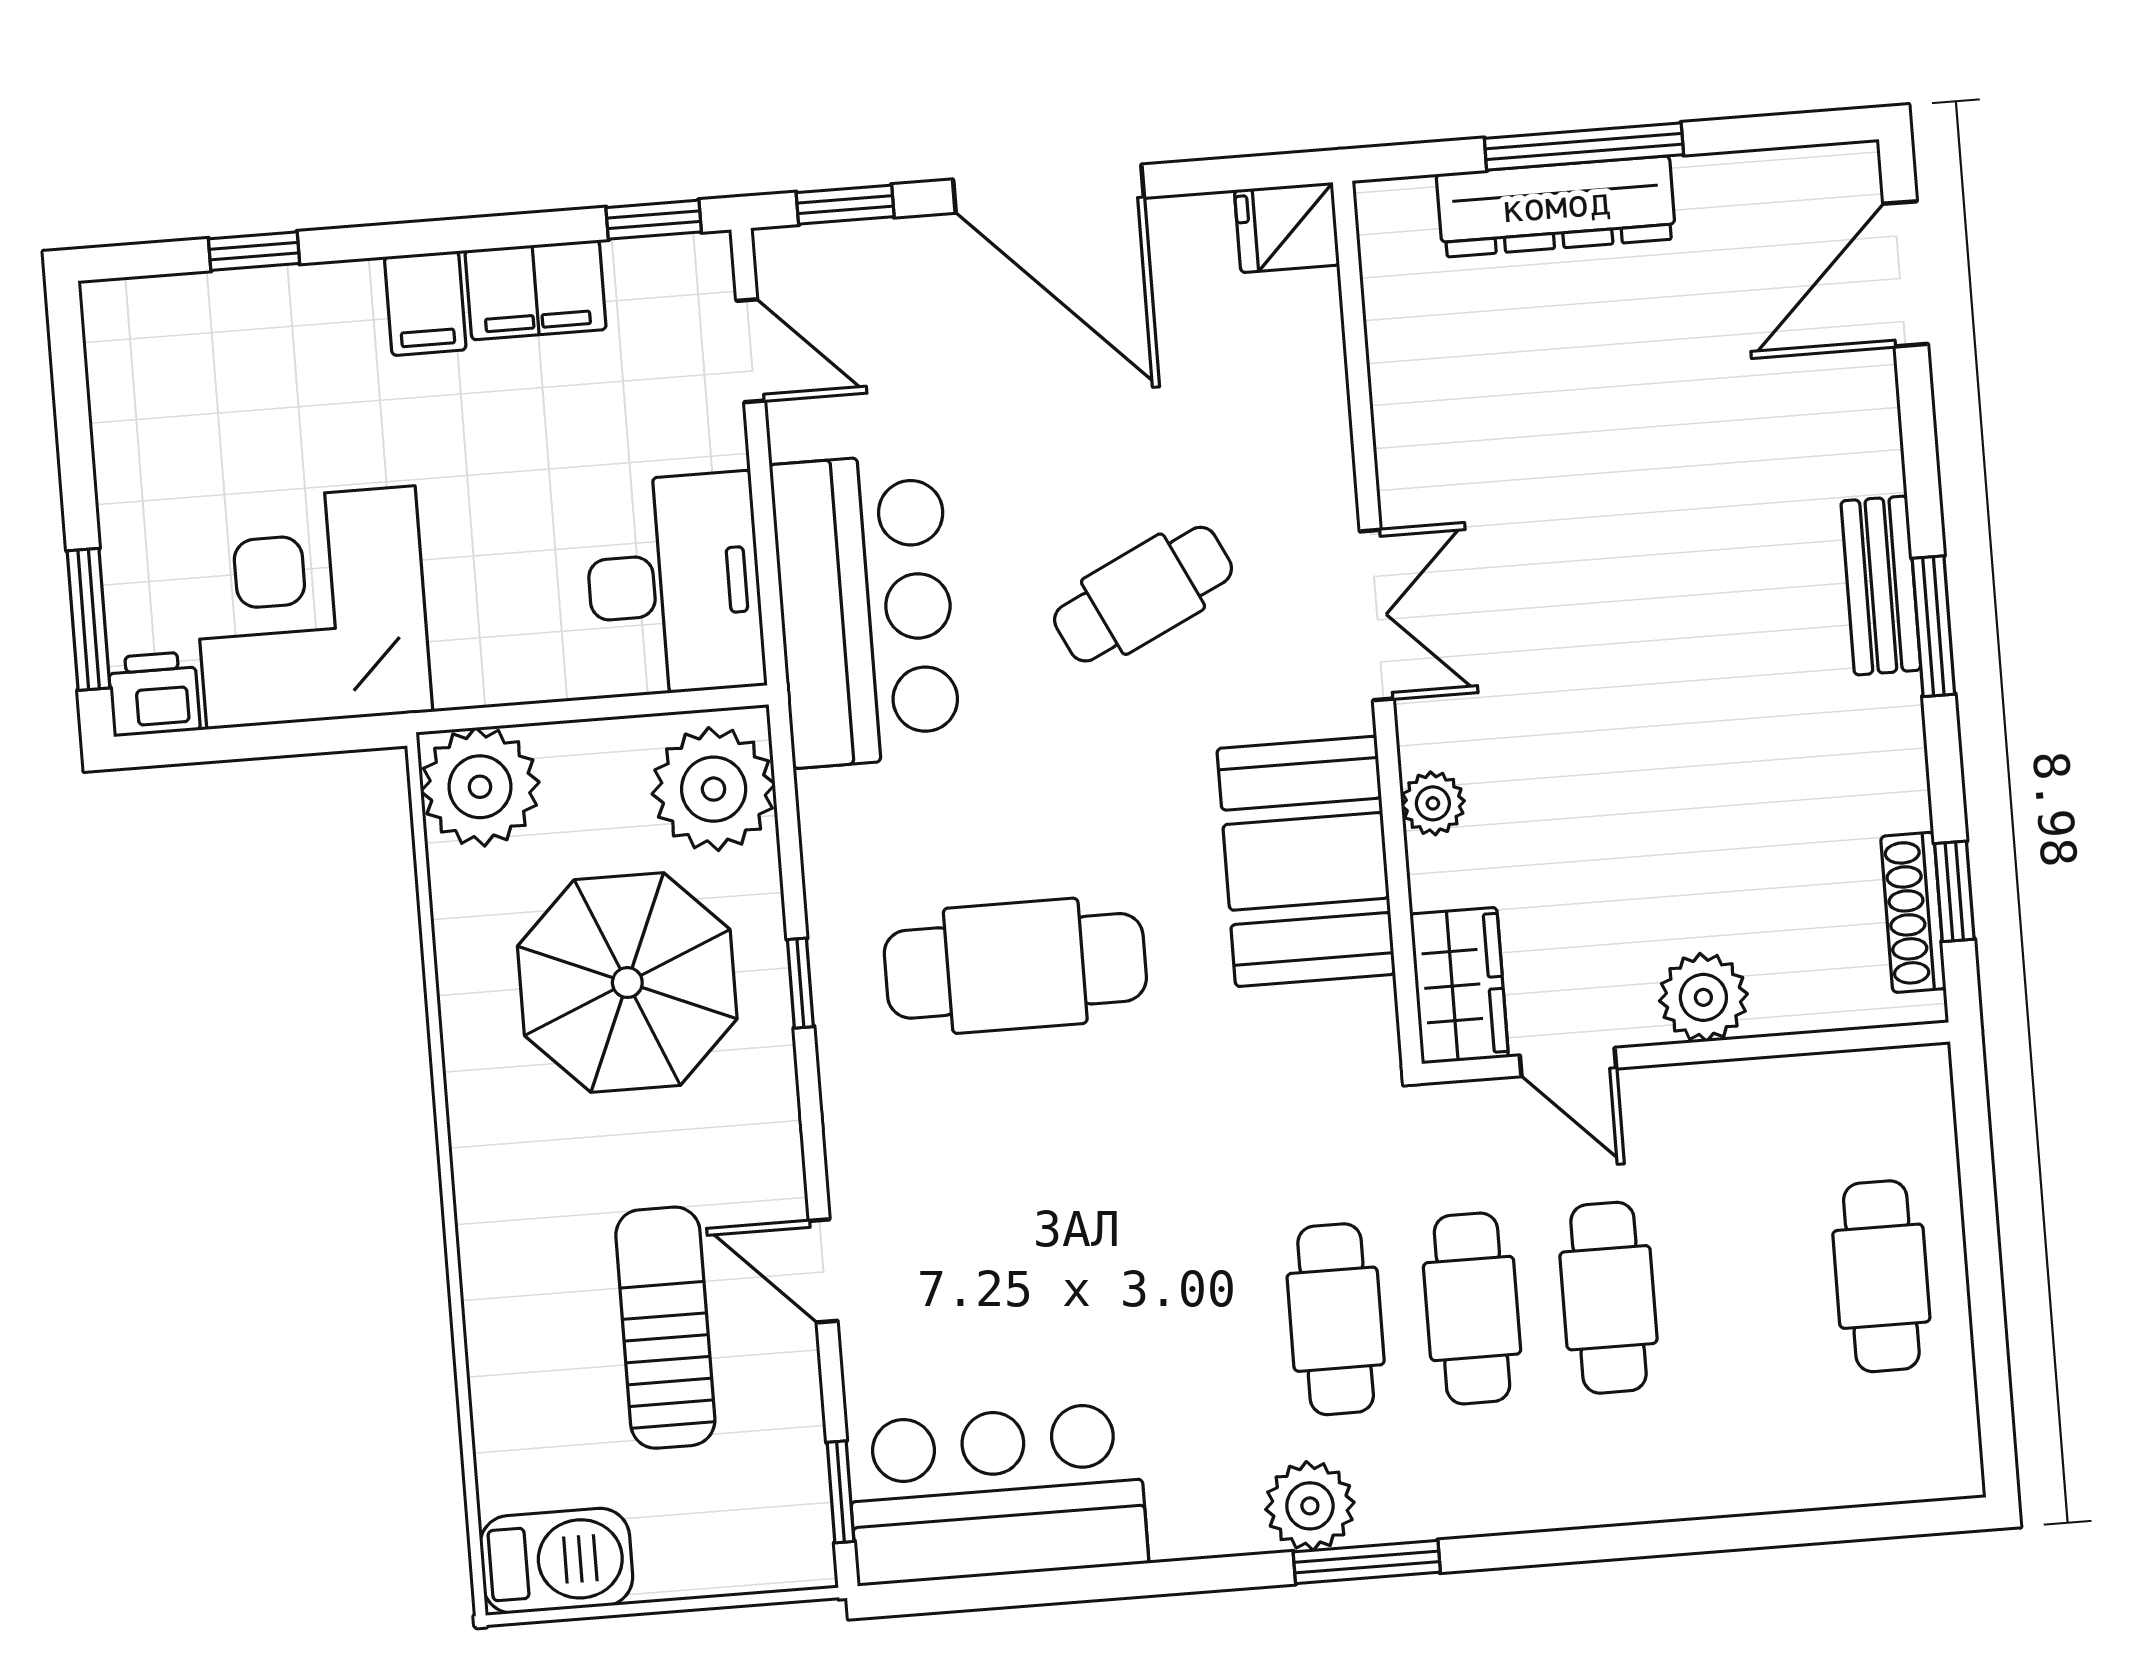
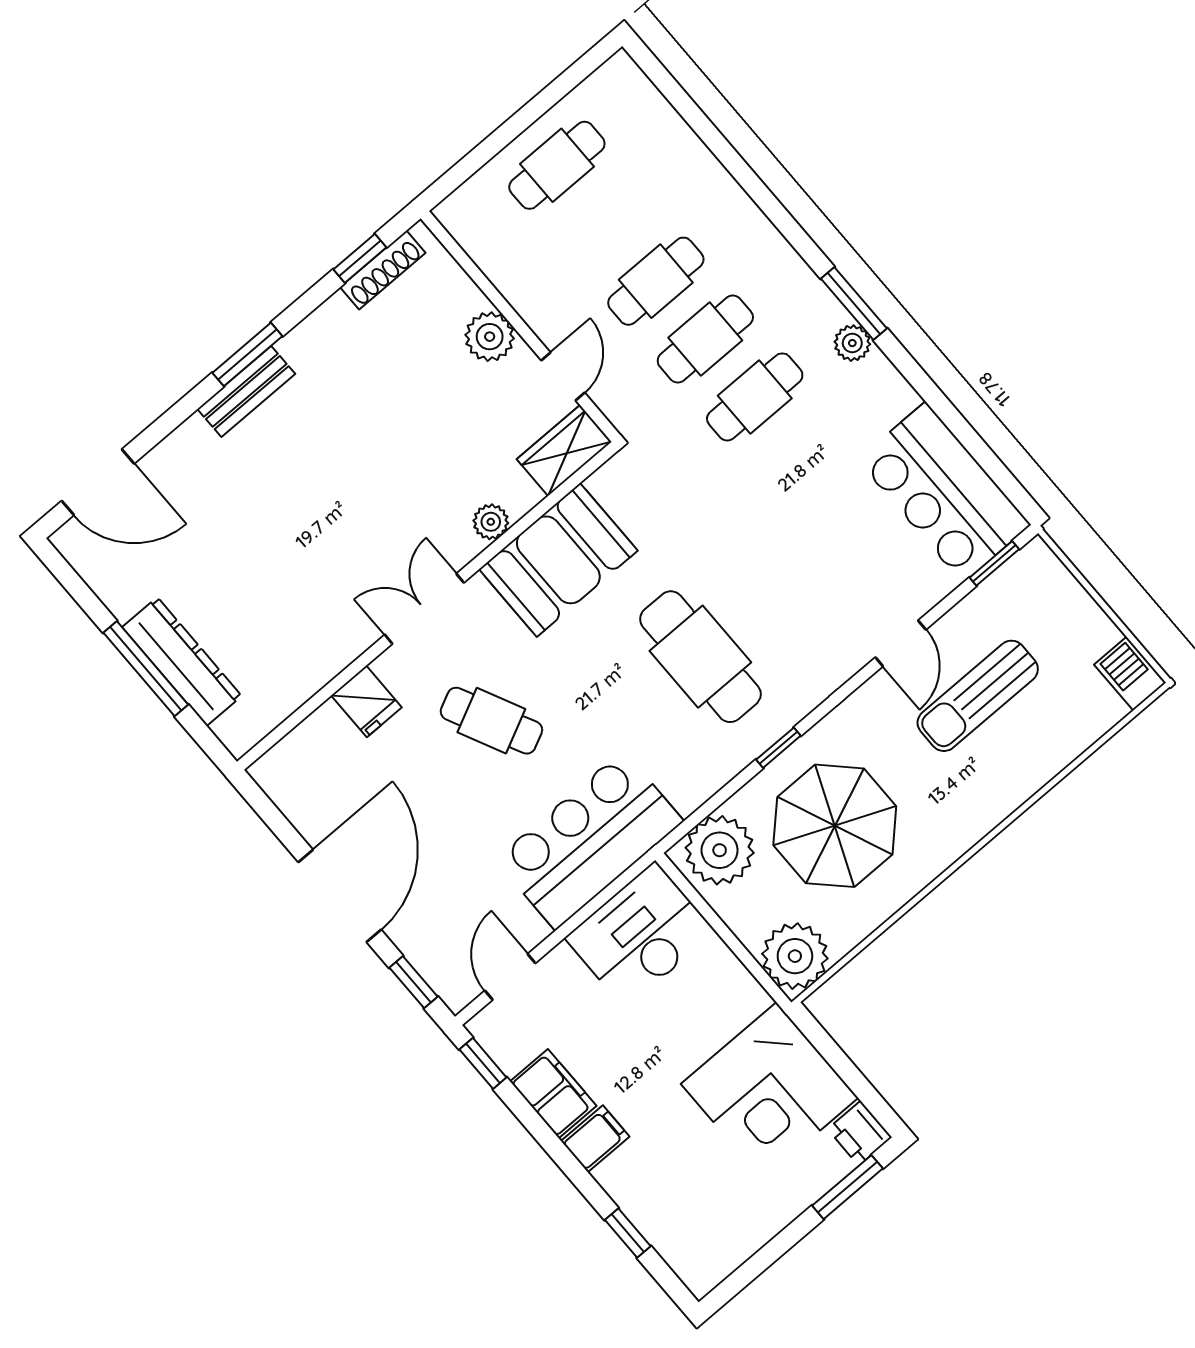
fridge: (1287, 227) -> (366, 701), moved
plant: (1310, 1506) -> (852, 343), width x0.73, depth x0.73
barbecue: (556, 1561) -> (1130, 674), width x0.73, depth x0.79

